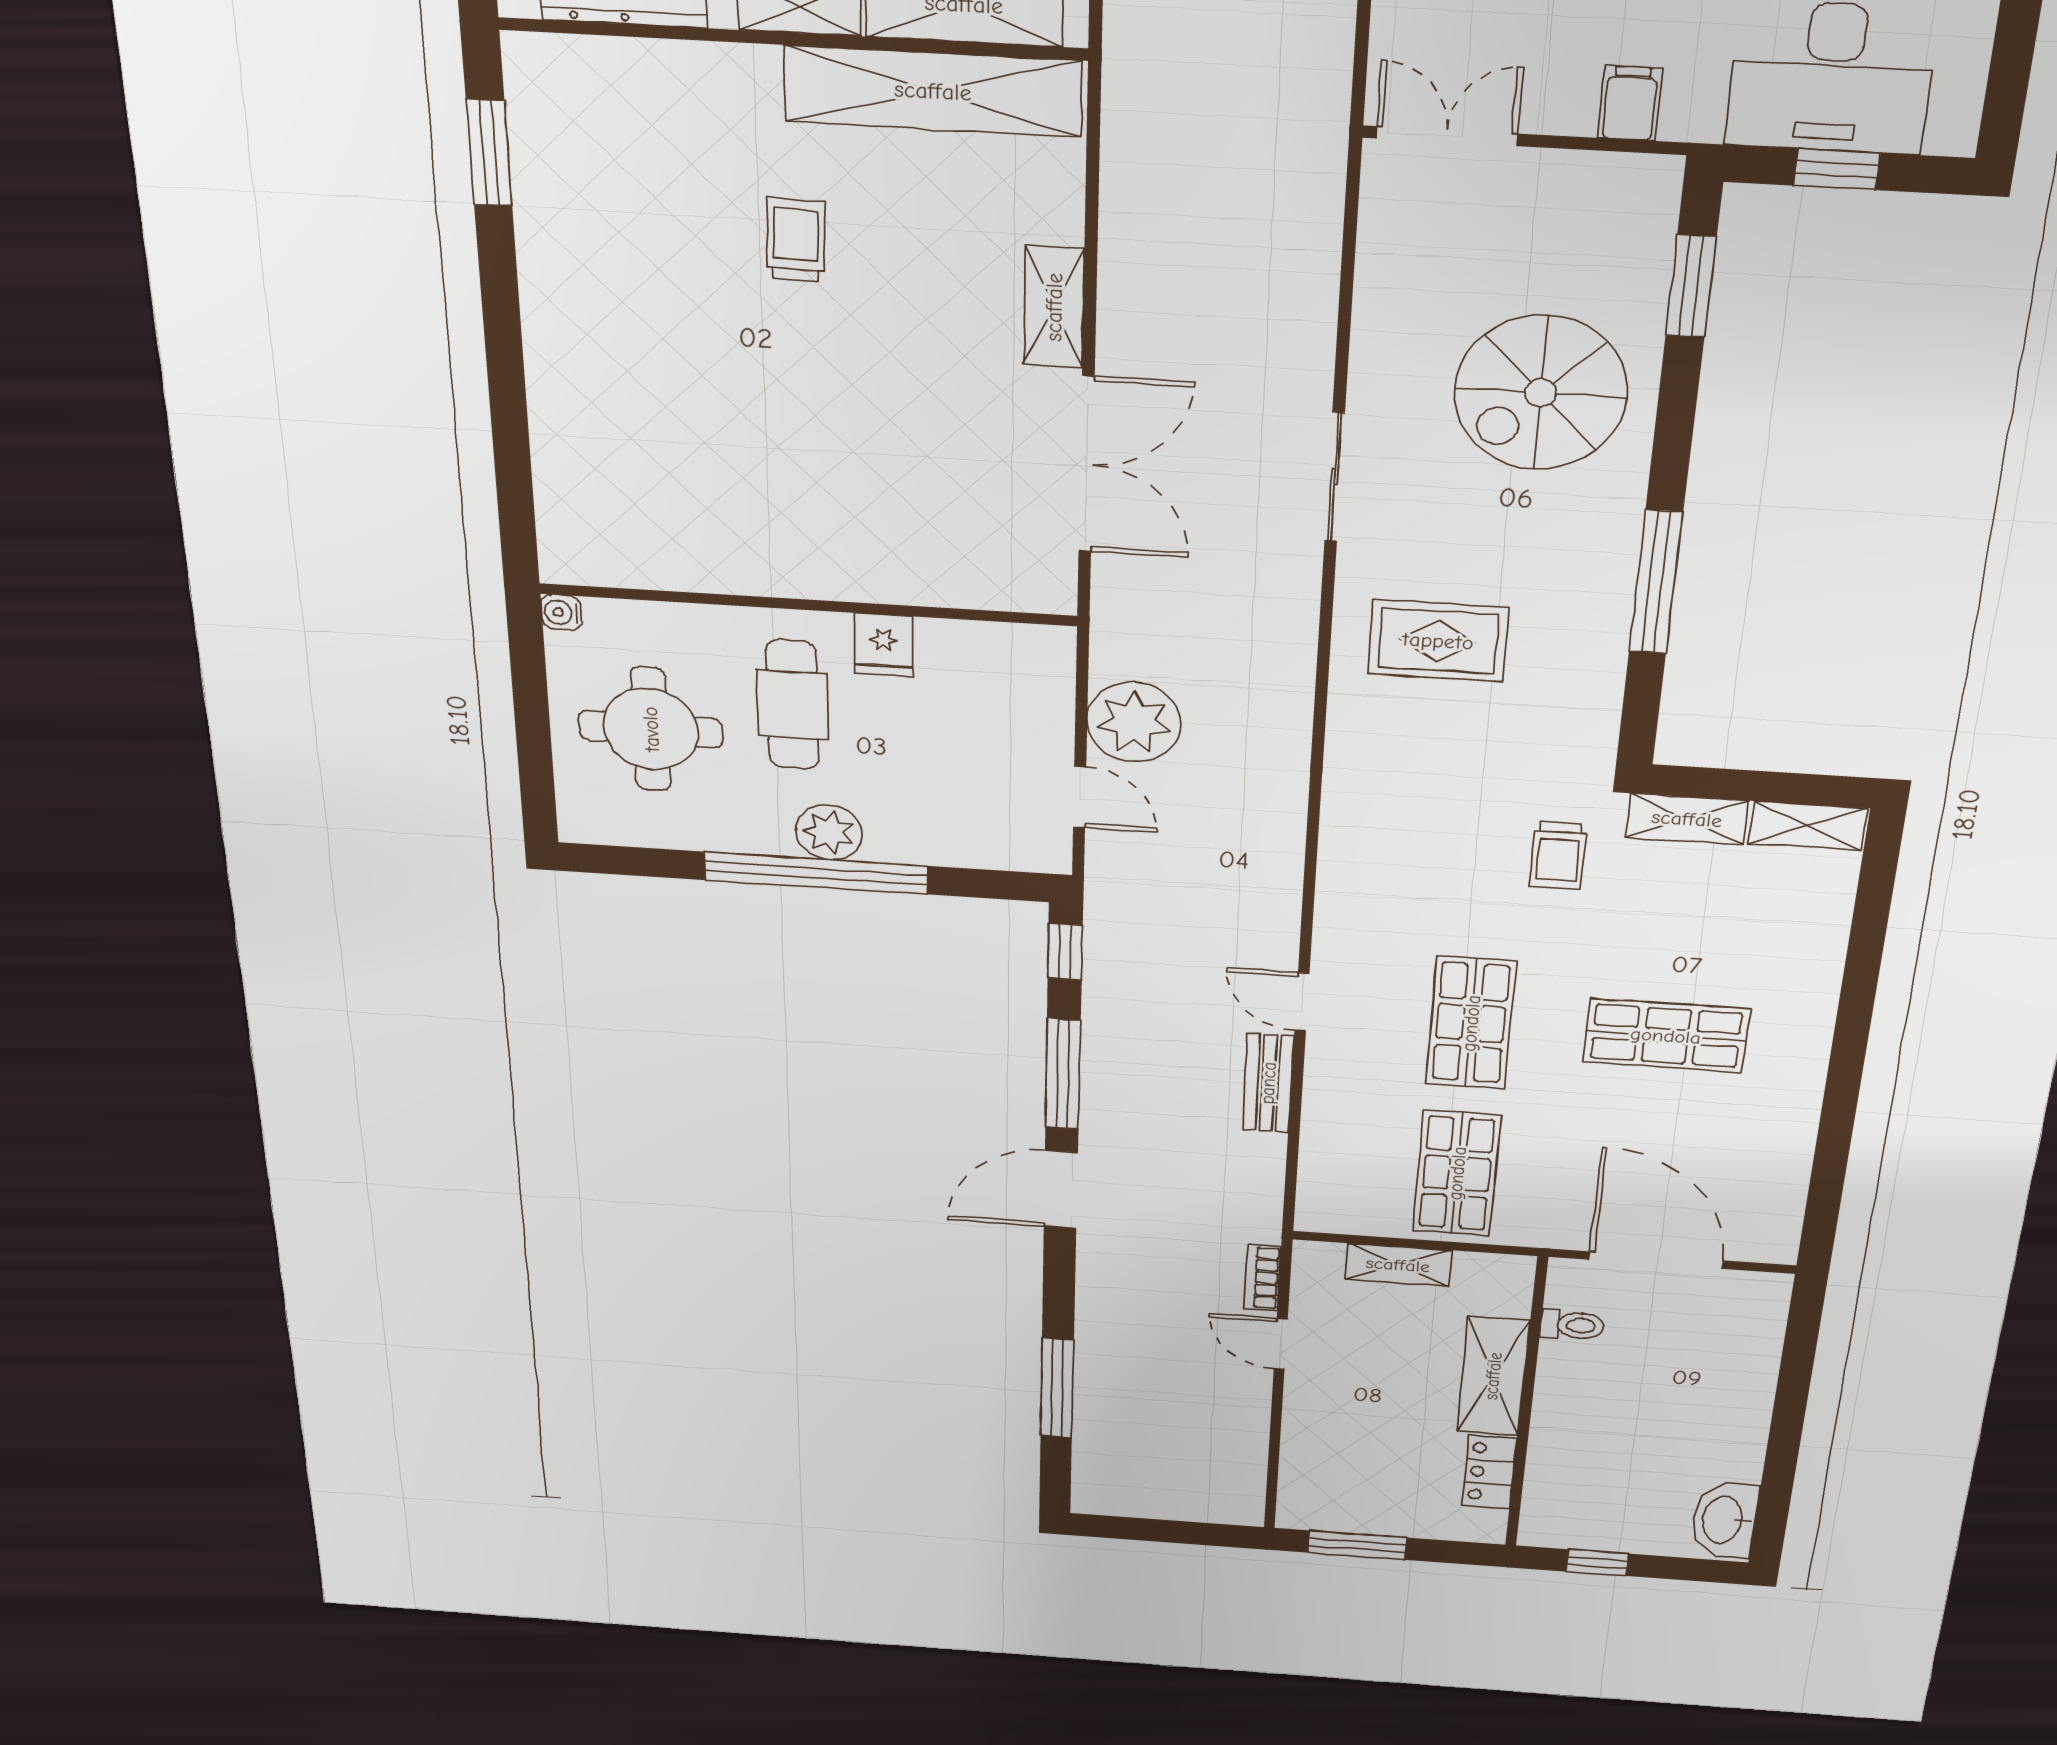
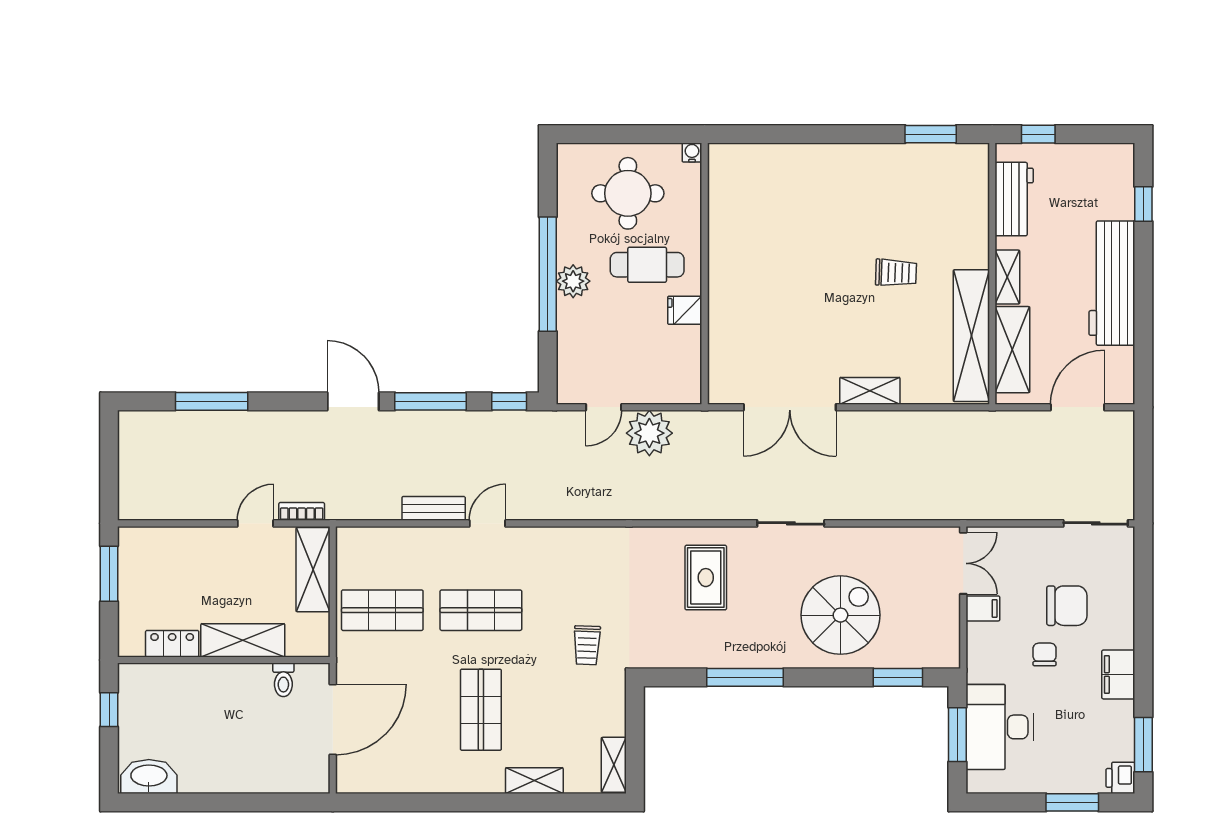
filing cabinet: (1630, 104) -> (983, 608), moved
window: (1837, 169) -> (957, 735), width x1.50
spiral stairs: (1541, 393) -> (840, 615), turned 90
shelving: (1687, 819) -> (534, 781), moved, turned 90
trolley: (1558, 856) -> (587, 645), turned -88
shelving: (1398, 1265) -> (313, 570), width x1.50, depth x1.33

